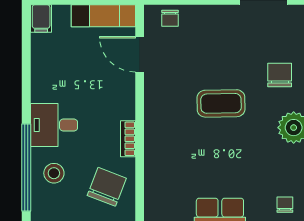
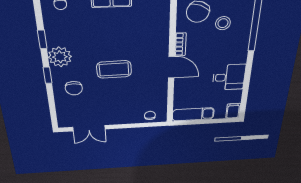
door: (140, 54) -> (171, 67), moved
desk: (54, 125) -> (229, 77), moved
stool: (54, 173) -> (223, 23), moved

